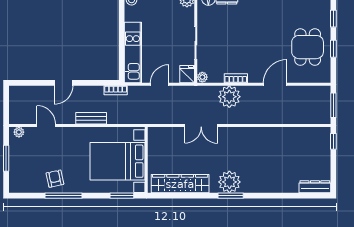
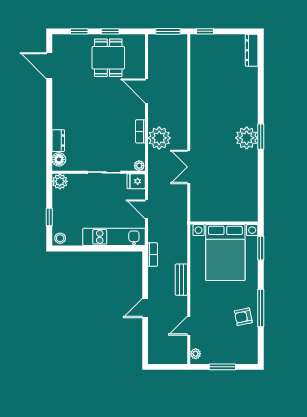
dining table: (308, 47) -> (108, 58), turned 90
door: (63, 83) -> (145, 308), swing flipped
double door: (201, 126) -> (189, 167), swing flipped
wardrobe: (180, 184) -> (248, 188), removed

